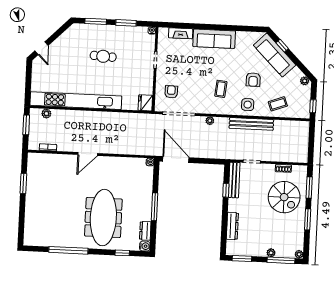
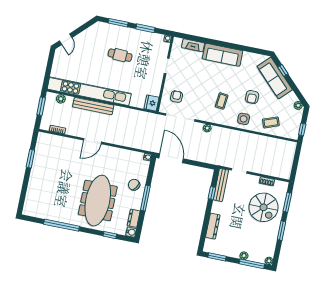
bench: (251, 124) -> (93, 106), moved
chair: (140, 194) -> (134, 185), added

